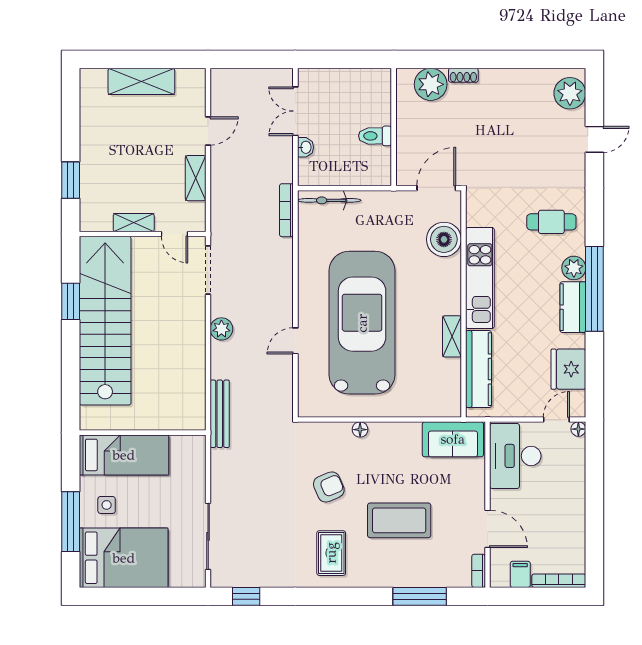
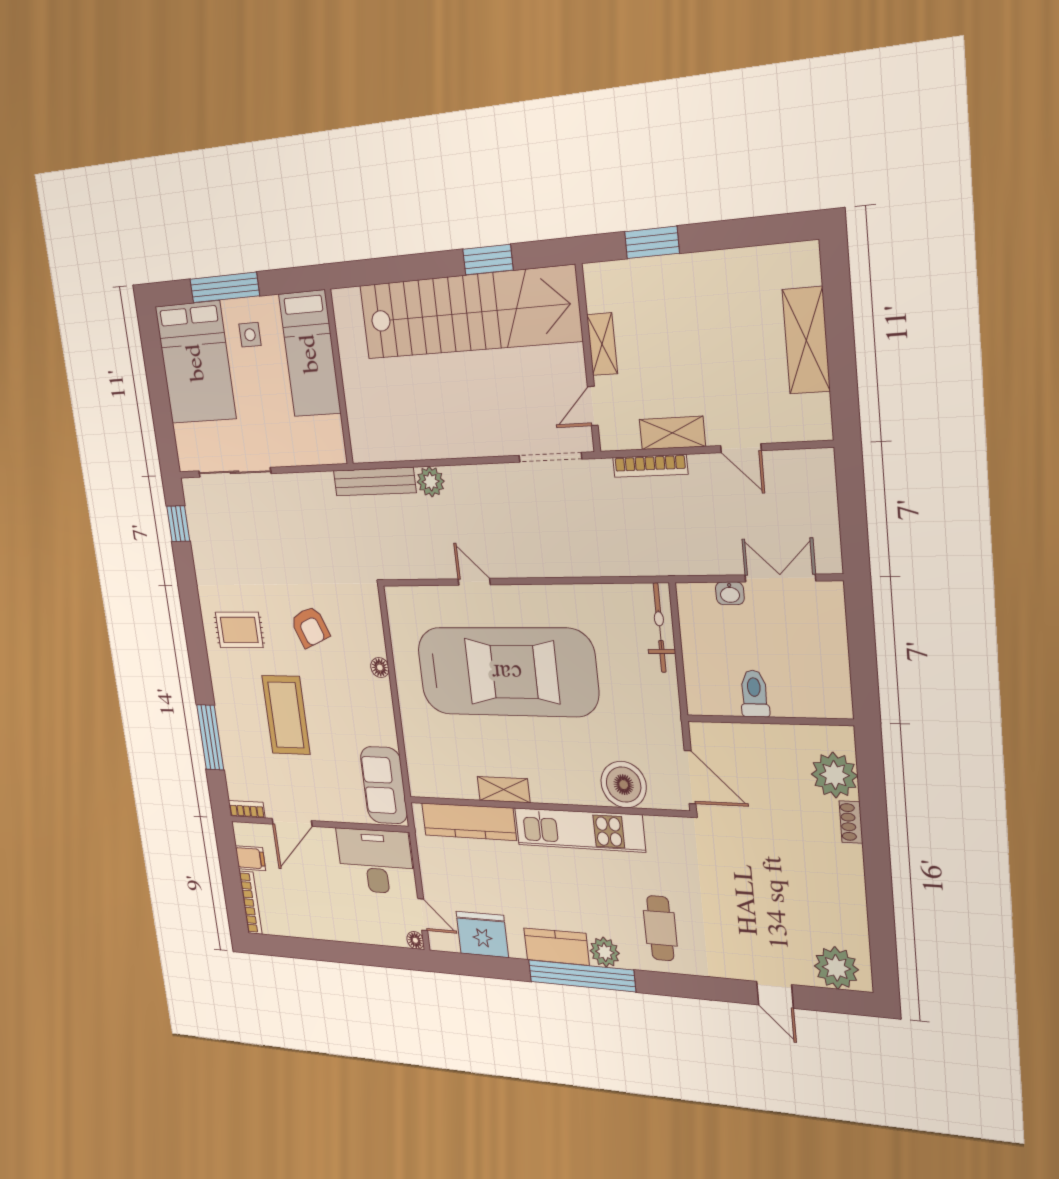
bookcase: (286, 210) -> (650, 466), moved, turned 180
plant: (221, 329) -> (431, 482), moved

